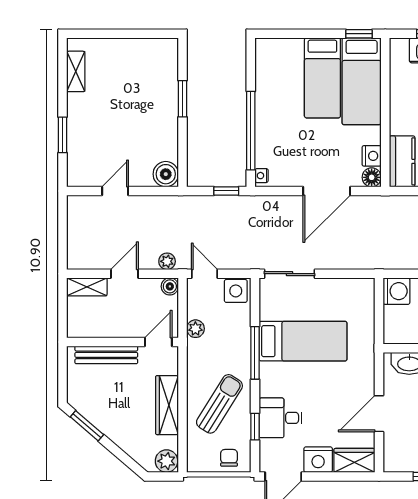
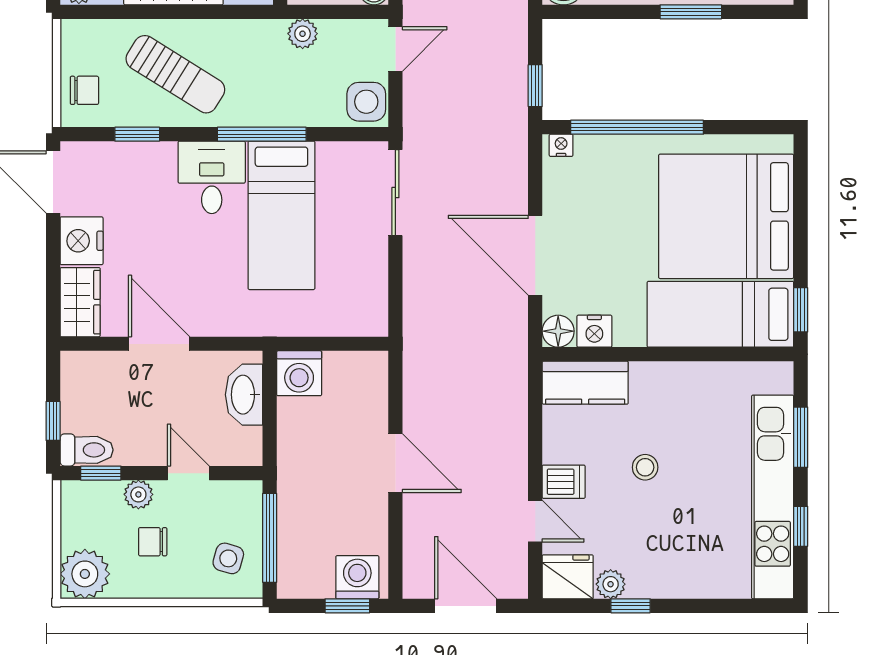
bed: (322, 78) -> (726, 216), width x2.04
washing machine: (397, 291) -> (299, 373), moved
desk: (281, 418) -> (212, 177), moved

